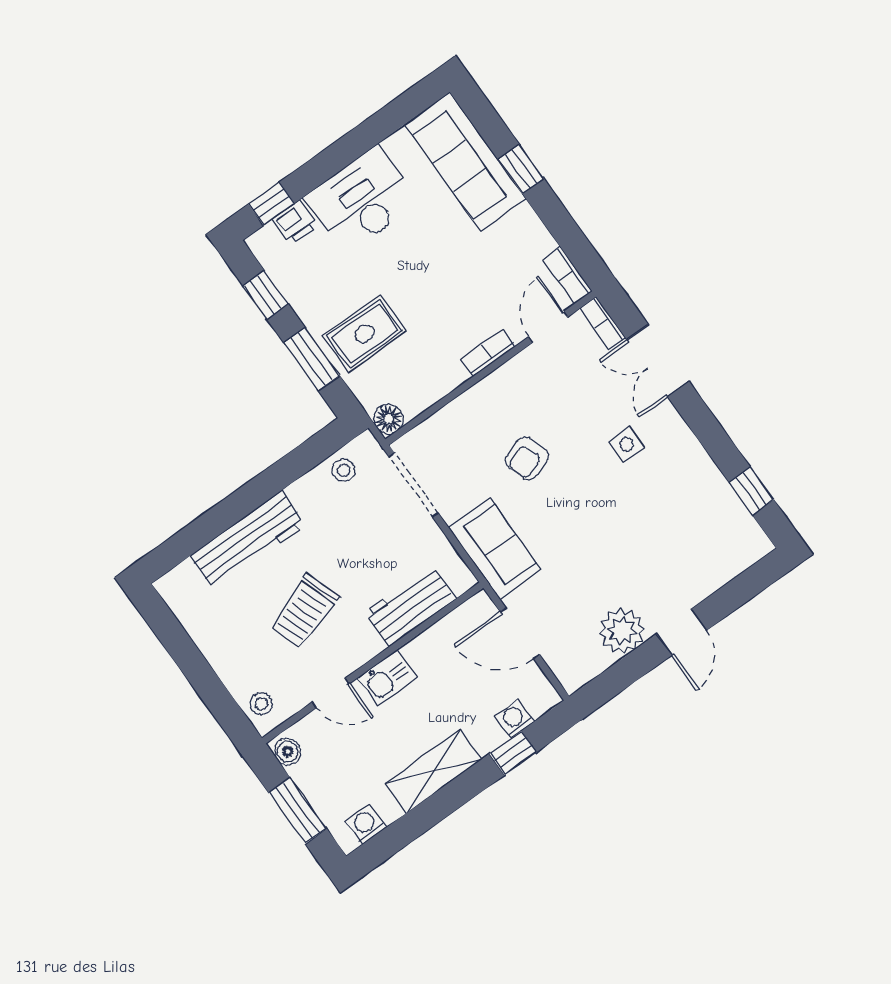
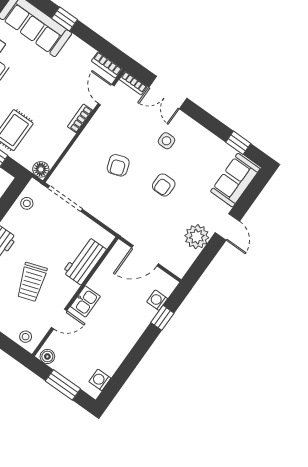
armchair: (595, 520) -> (164, 185), added
sofa: (495, 549) -> (235, 180), moved, turned -90
shelving: (433, 771) -> (125, 341), removed

